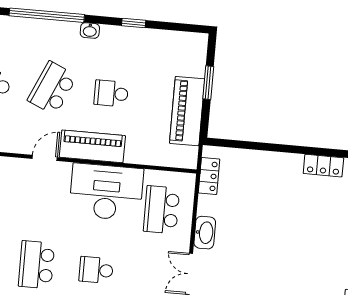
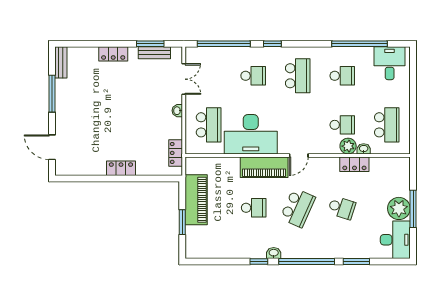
window: (134, 23) -> (259, 261), moved
locker: (323, 166) -> (121, 168), moved
washbasin: (205, 233) -> (177, 111), width x0.52, depth x0.69

